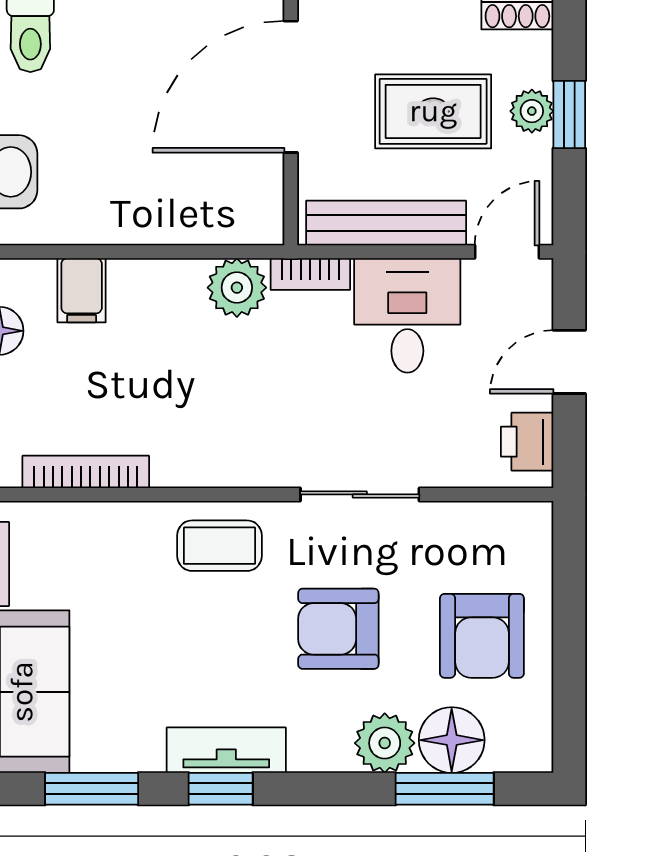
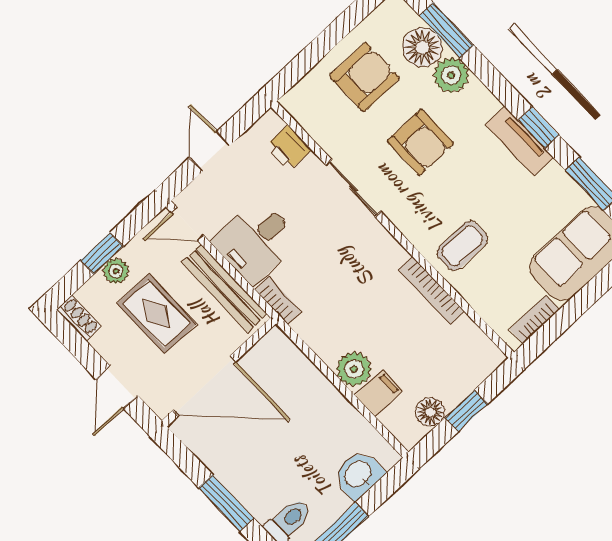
plant: (237, 288) -> (354, 369), moved
door: (569, 362) -> (210, 152), swing flipped
printer: (527, 442) -> (289, 148), moved, turned 90
bookcase: (86, 472) -> (432, 291), moved
coffee table: (219, 546) -> (462, 246), moved, turned 90

